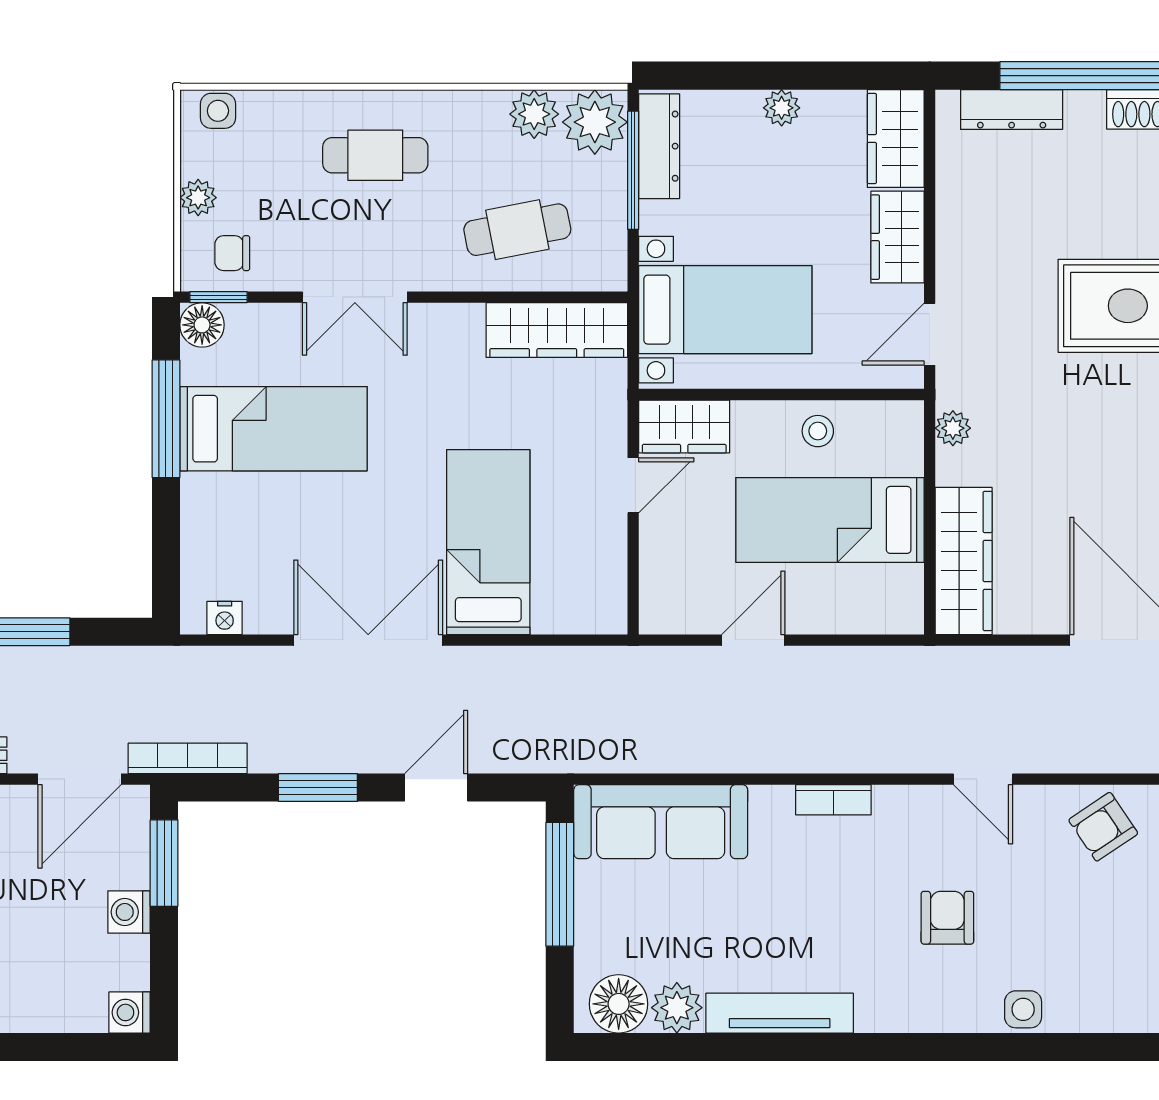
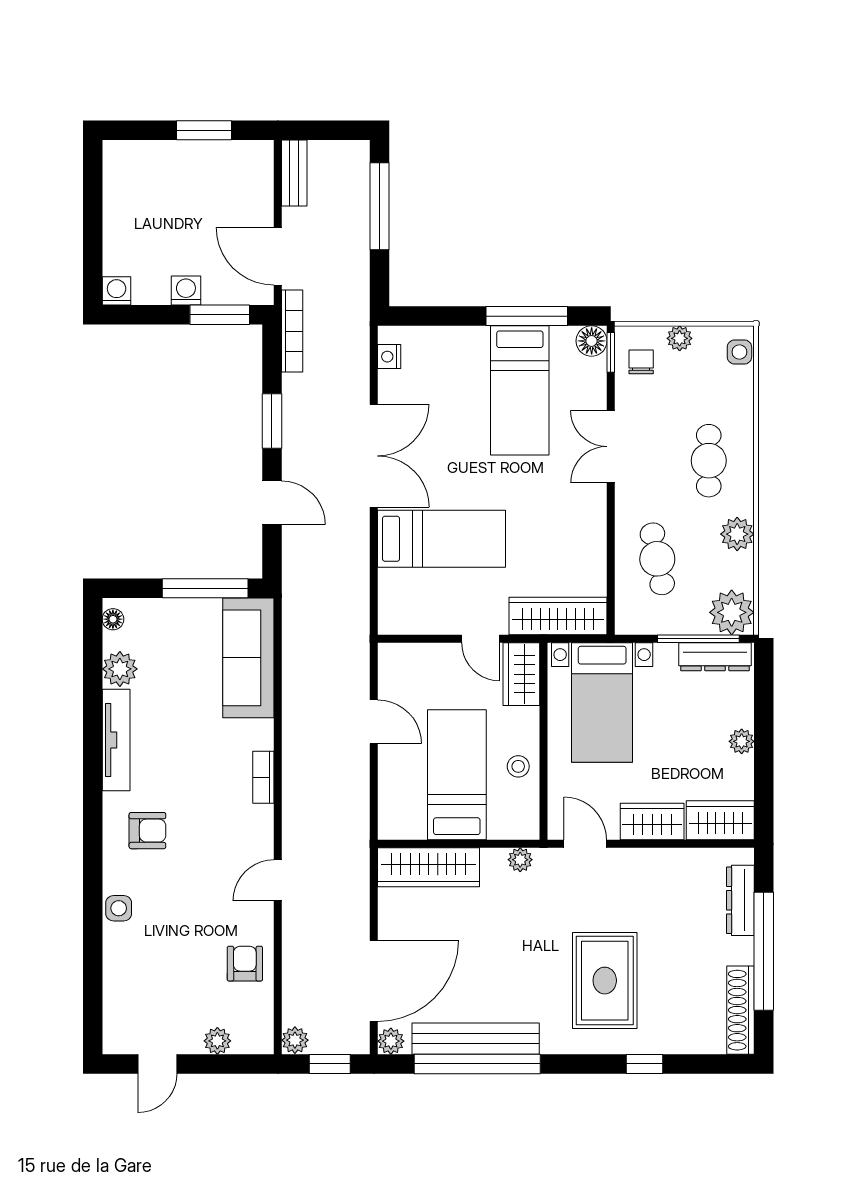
plant: (534, 114) -> (737, 534), moved
wardrobe: (557, 330) -> (558, 616), moved, turned 90
armchair: (1103, 827) -> (245, 964), turned 34
armchair: (947, 918) -> (147, 831), moved
floor lamp: (619, 1004) -> (113, 619), width x0.53, depth x0.53

